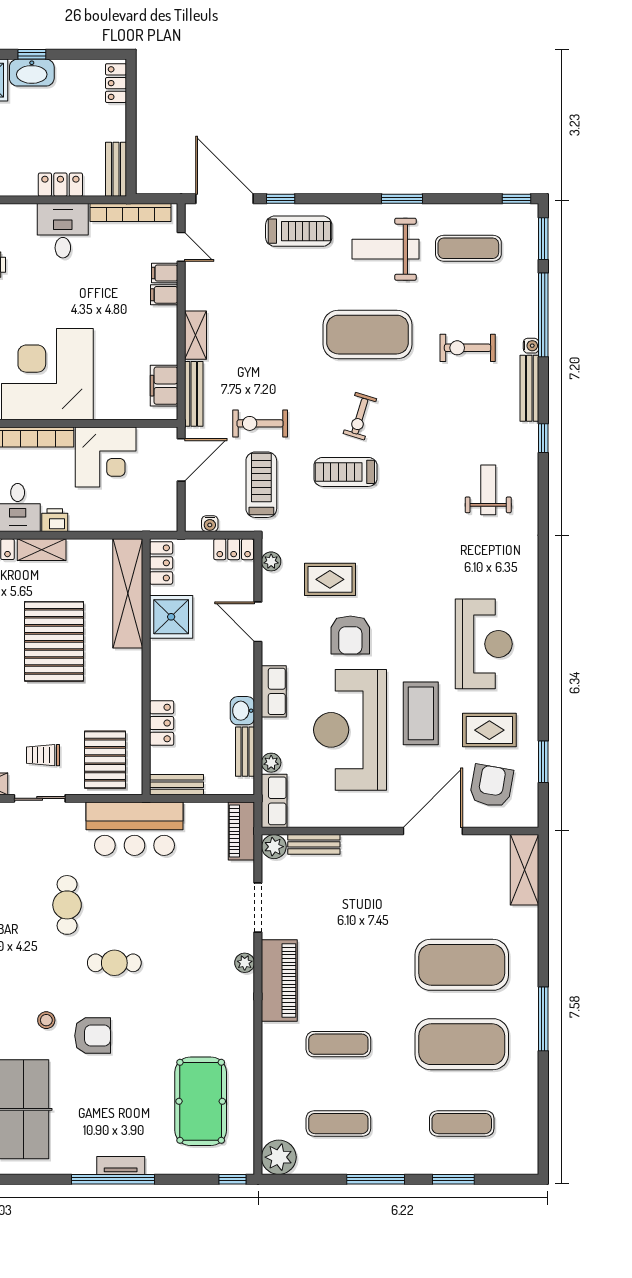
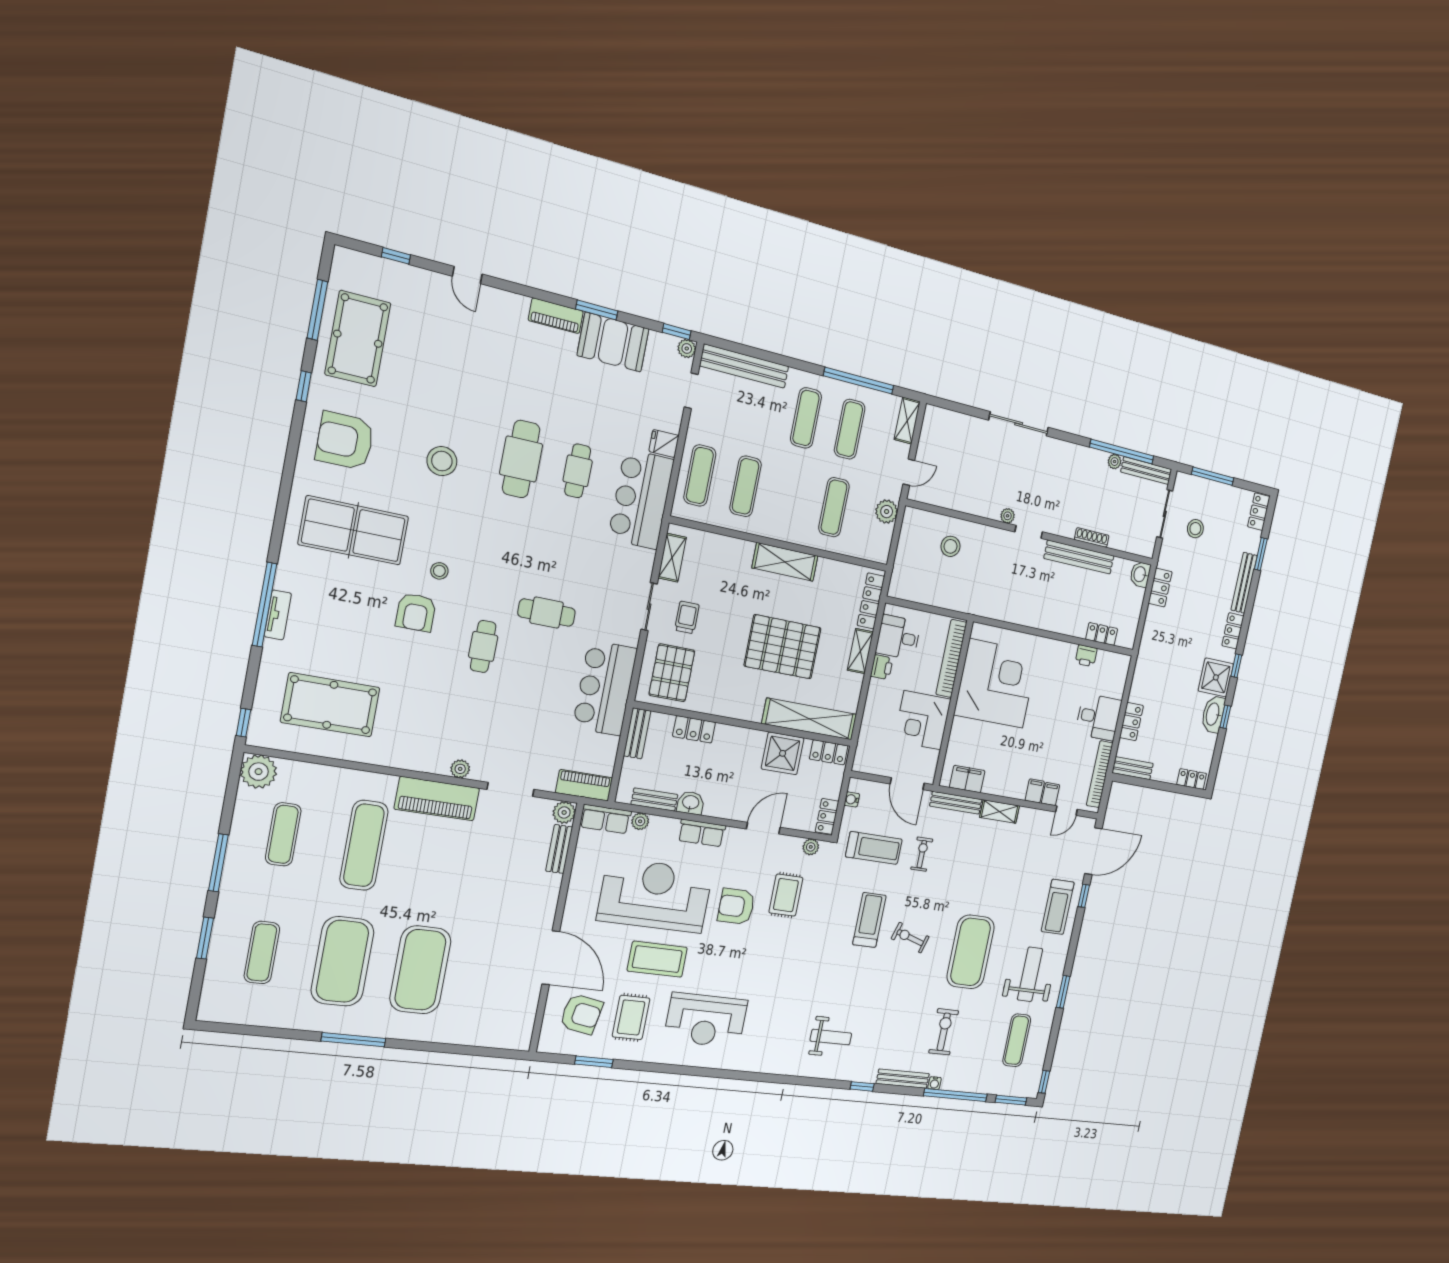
exercise bike: (260, 423) -> (922, 854), width x0.73, depth x0.72
pallet: (105, 760) -> (672, 673), turned 90
shelving: (524, 870) -> (499, 1036), removed
exercise mat: (338, 1044) -> (364, 845), width x1.36, depth x1.45

